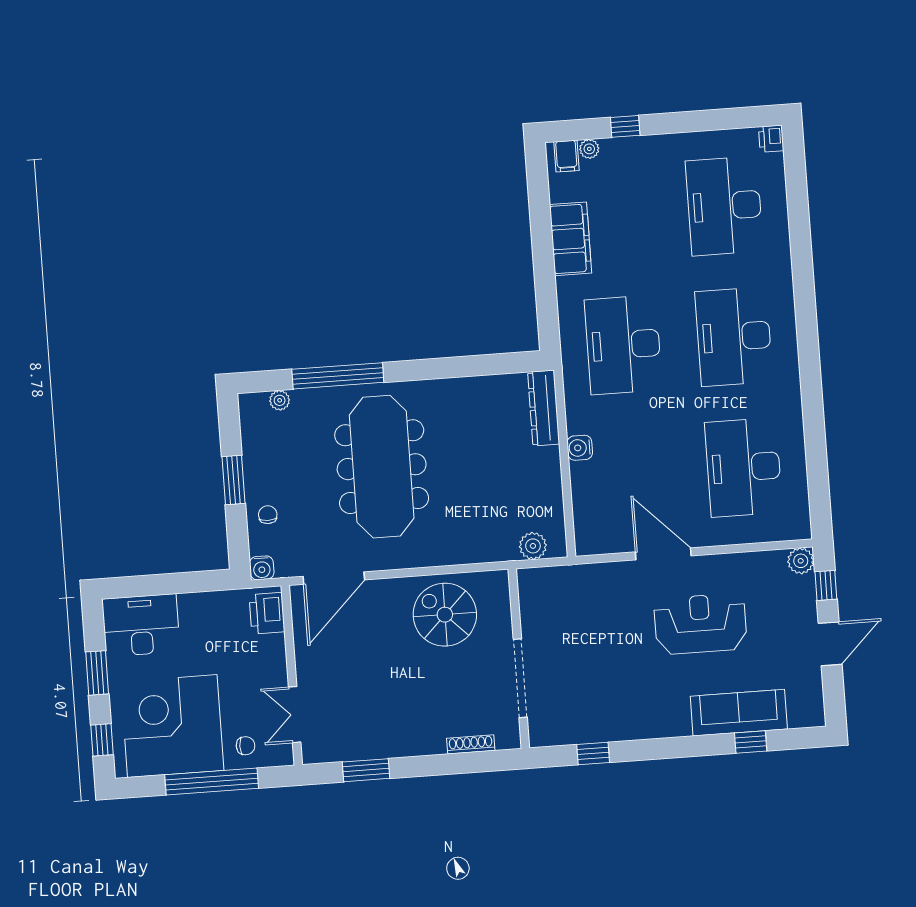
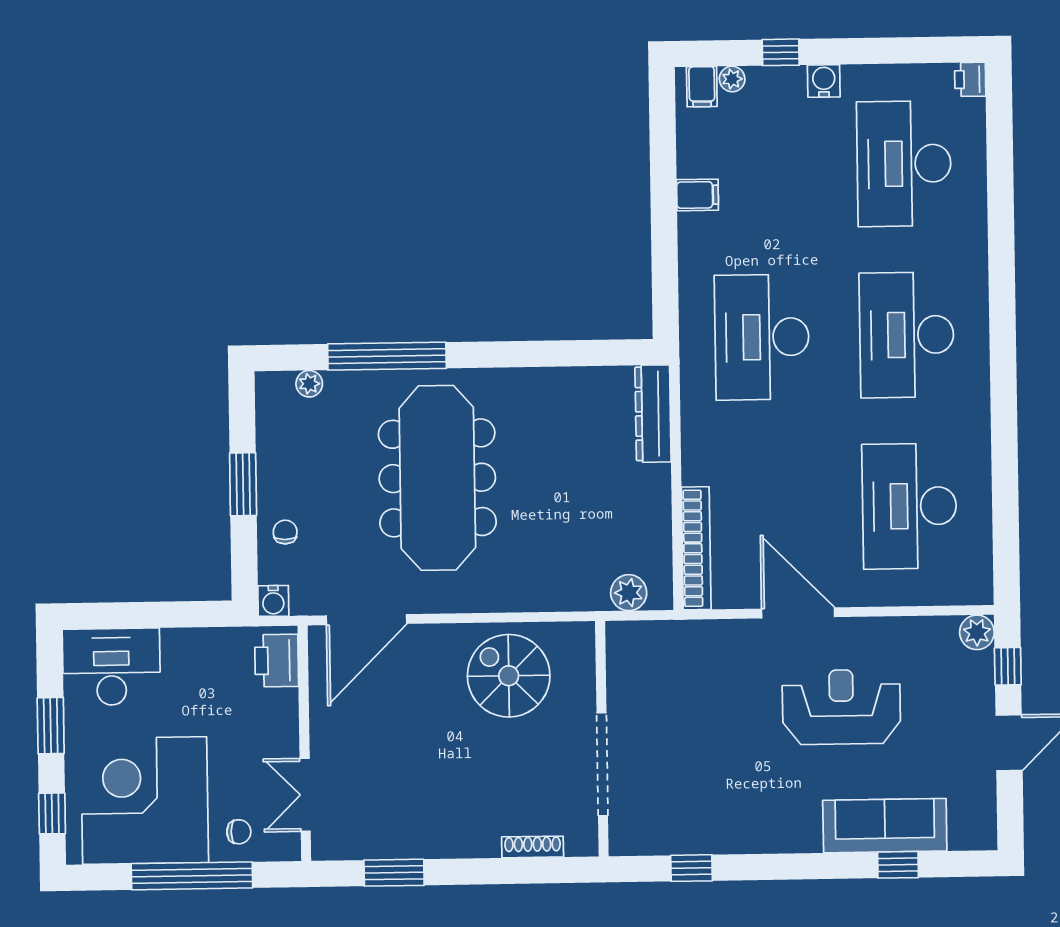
filing cabinet: (571, 239) -> (697, 195), width x0.33, depth x0.86
water cooler: (580, 448) -> (824, 81), moved, turned 90
bookcase: (583, 509) -> (696, 548), added

